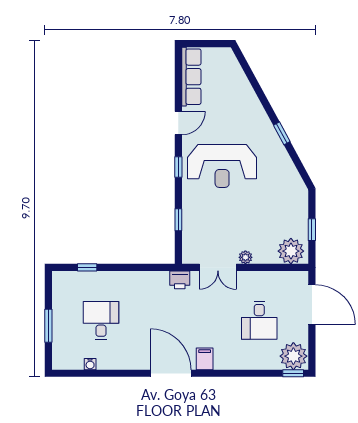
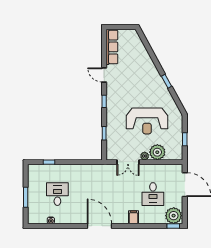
door: (178, 123) -> (104, 75), swing flipped
reception desk: (222, 166) -> (147, 121), moved
plant: (291, 251) -> (157, 152), moved
printer: (180, 280) -> (105, 170), removed
filing cabinet: (205, 359) -> (133, 217), moved

